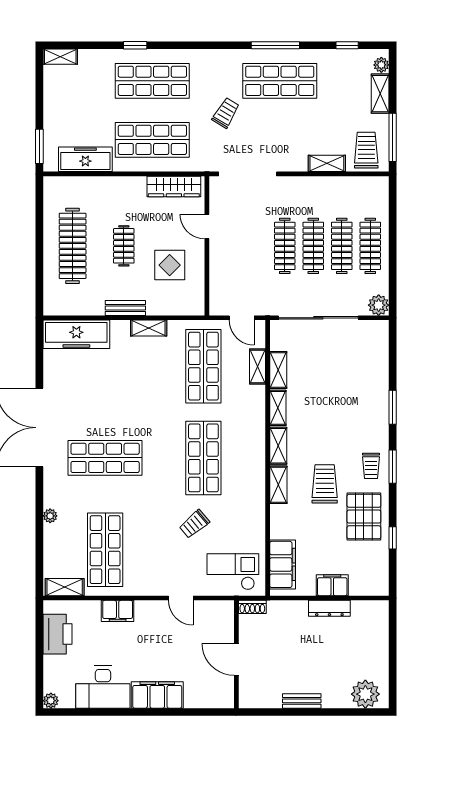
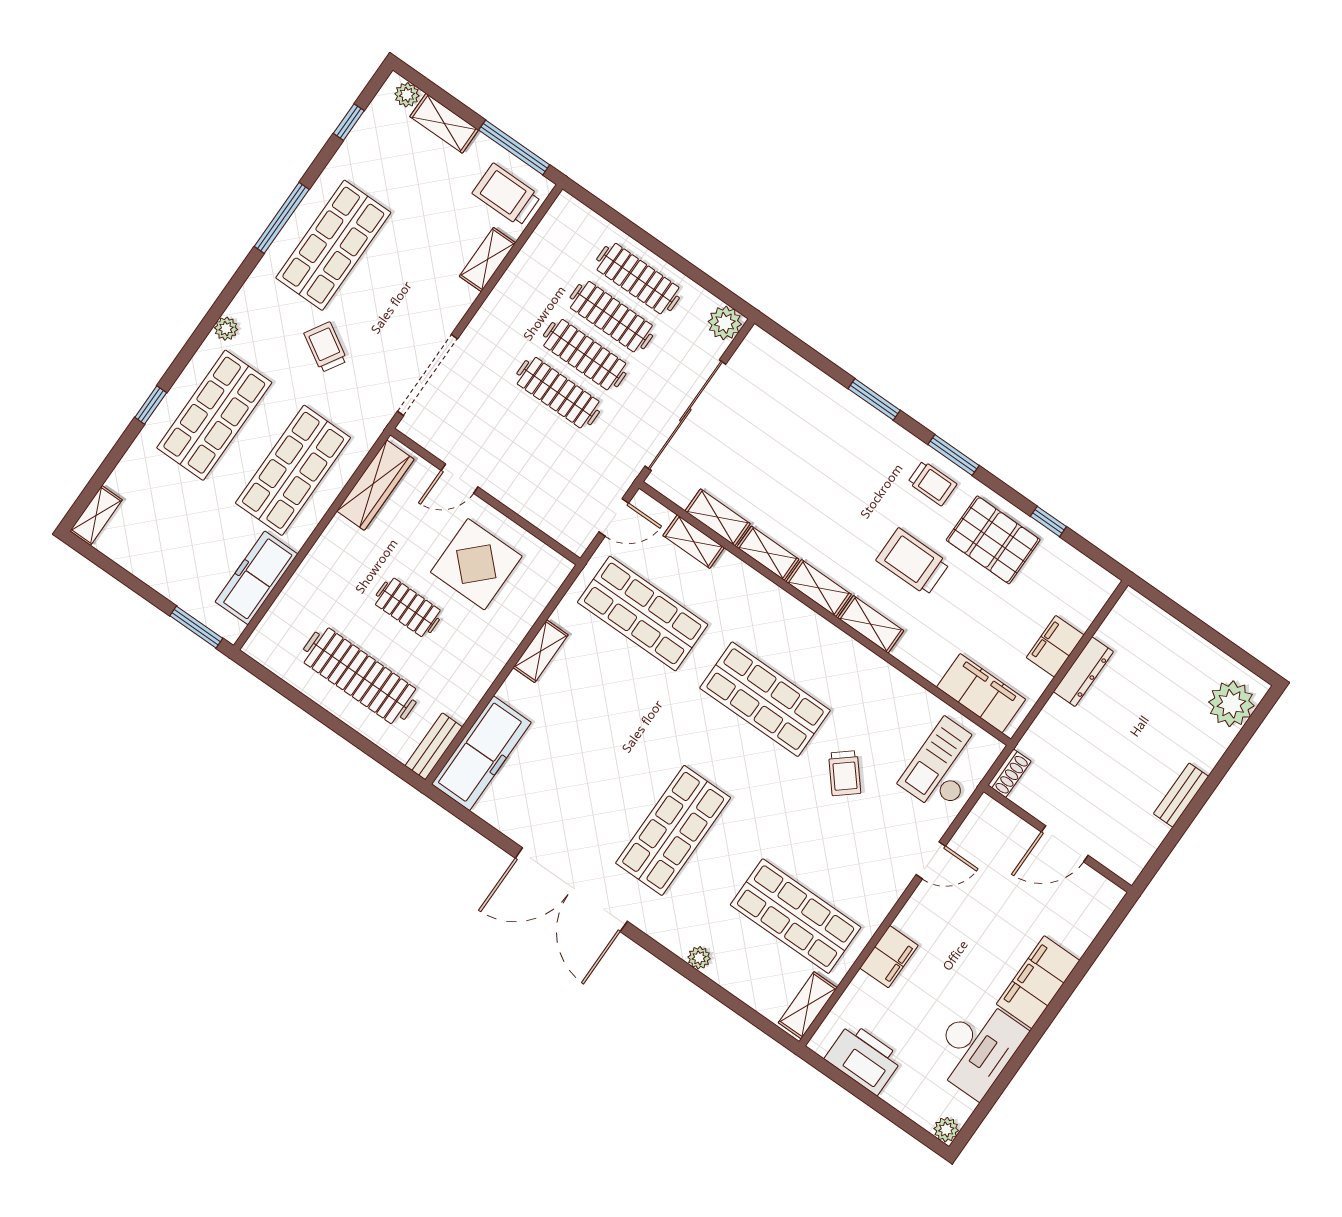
plant: (200, 56) -> (226, 329), added
display table: (170, 265) -> (476, 564), width x1.36, depth x1.36
bench: (125, 308) -> (434, 746), moved

